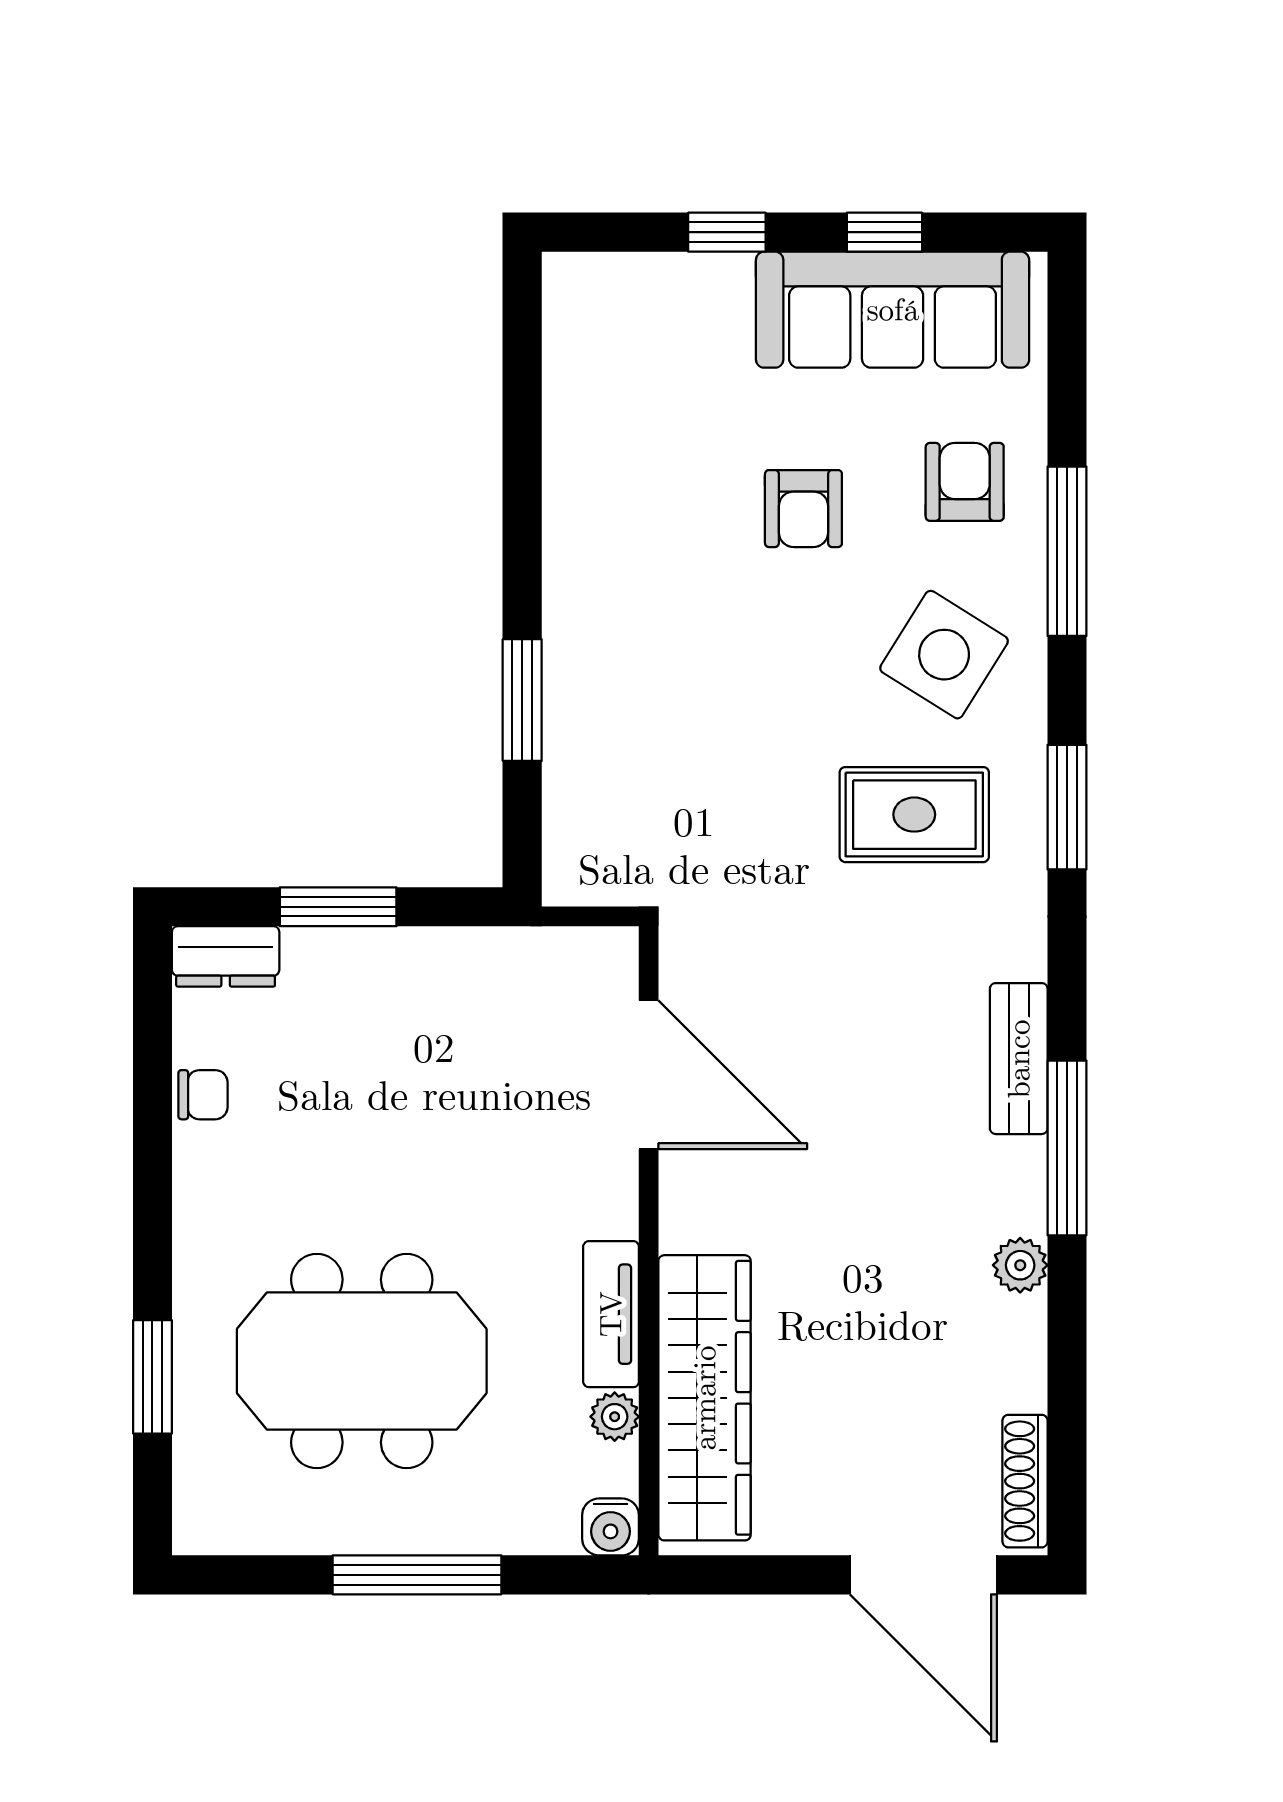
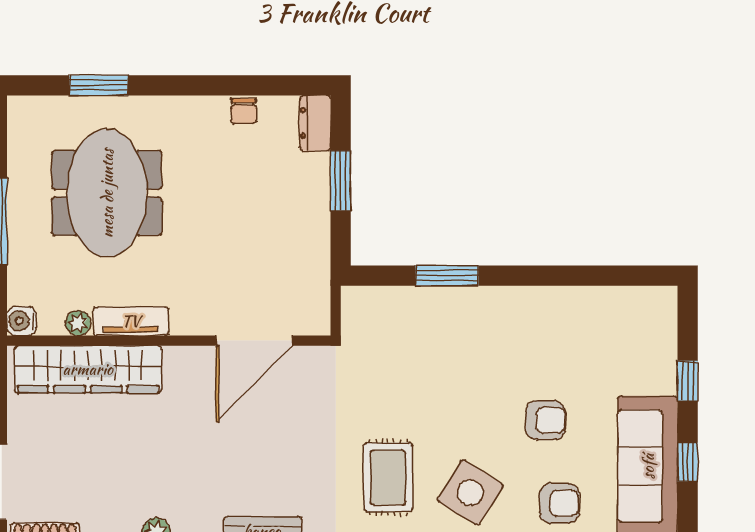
armchair: (803, 509) -> (546, 420), turned 180

